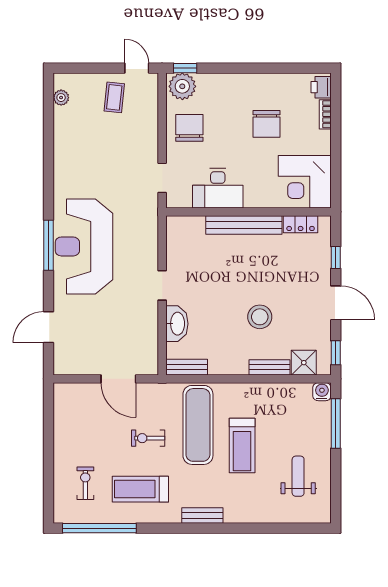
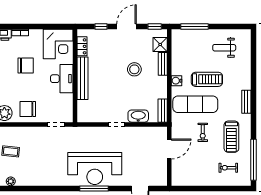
desk: (218, 188) -> (62, 79), moved
water cooler: (322, 392) -> (177, 81), moved

